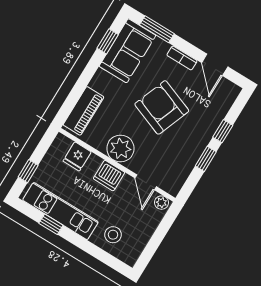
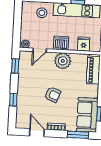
armchair: (162, 107) -> (53, 95), width x0.53, depth x0.53
window: (206, 159) -> (15, 66), moved
door: (146, 182) -> (40, 50), swing flipped

